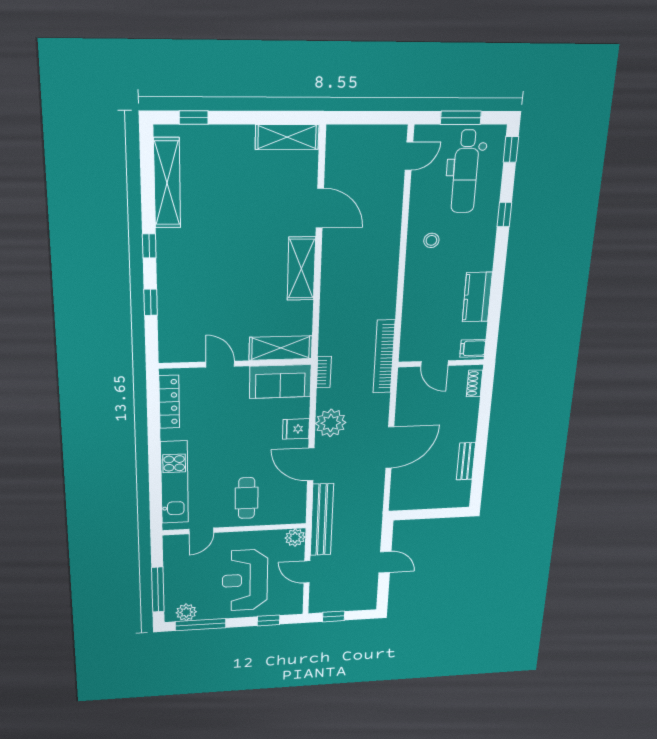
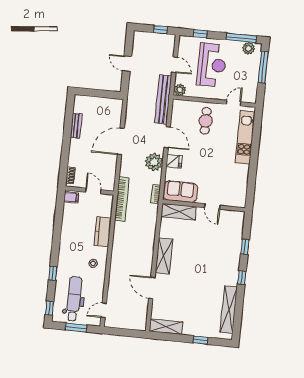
window: (194, 117) -> (200, 340), moved
kitchen counter: (477, 297) -> (103, 232), moved, turned 180
locker: (169, 402) -> (242, 188), removed

